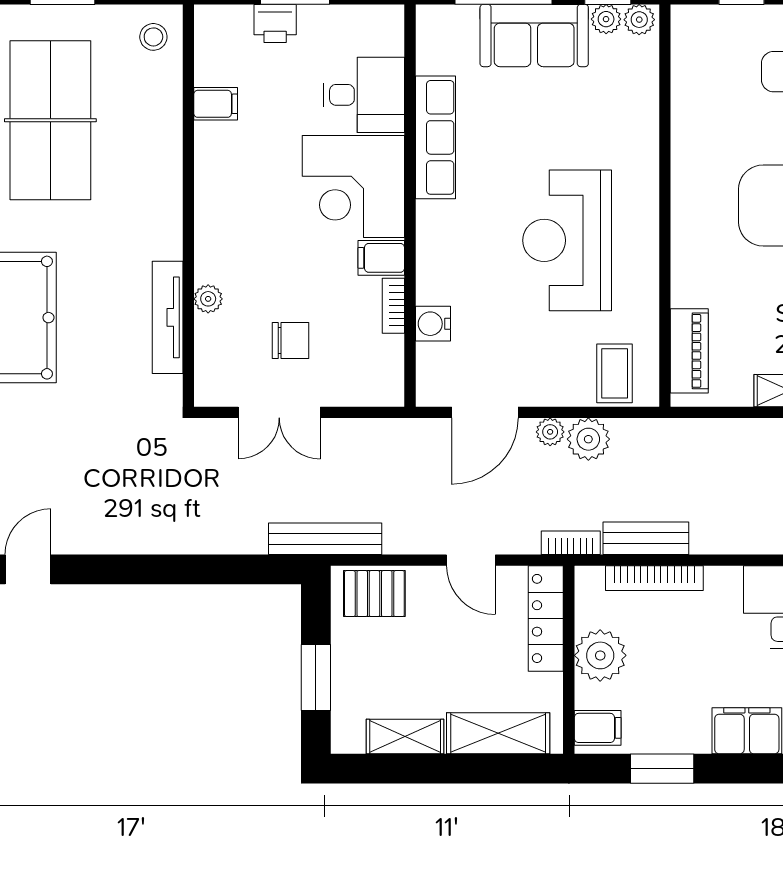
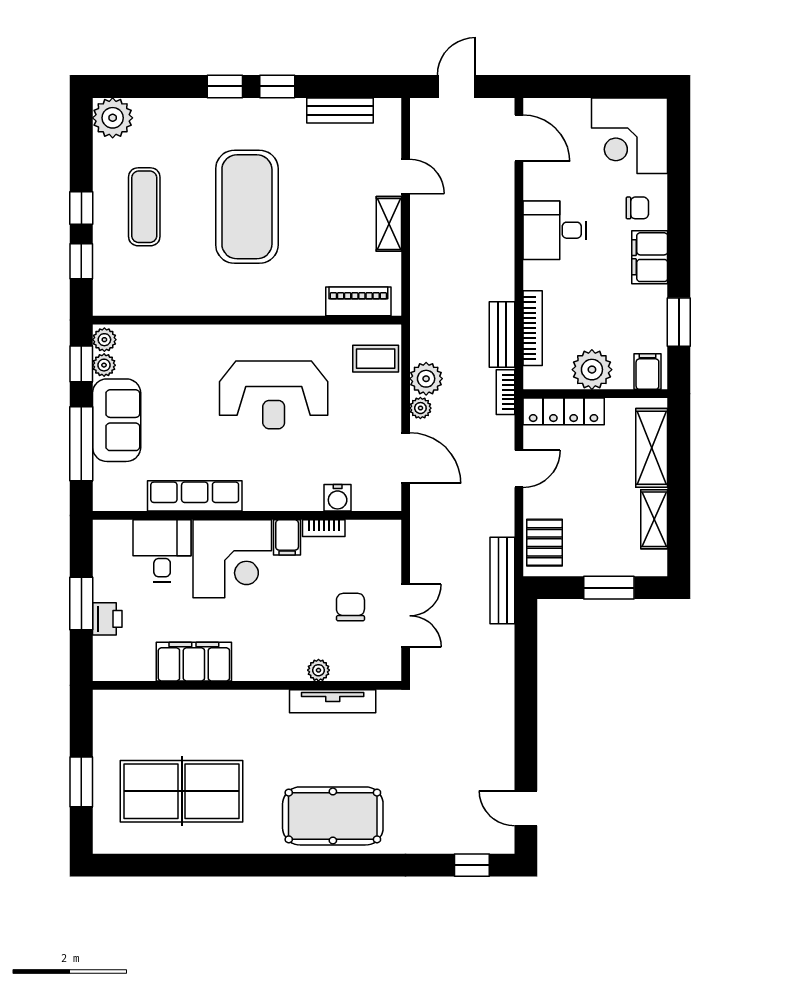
stool: (153, 37) -> (118, 712), removed
filing cabinet: (216, 104) -> (194, 662), width x3.00, depth x1.17

